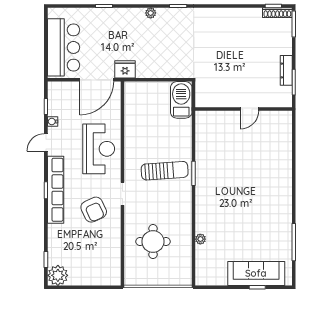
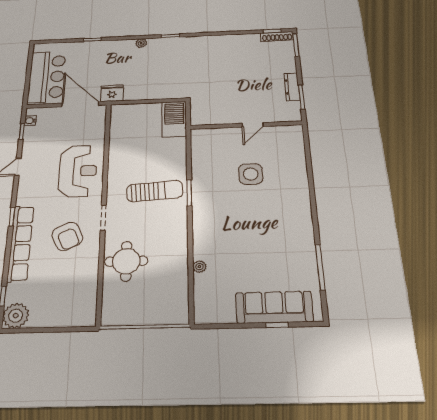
door: (97, 80) -> (80, 104), swing flipped
water cooler: (53, 121) -> (30, 121), moved
side table: (245, 158) -> (251, 174), added
row of seats: (56, 190) -> (21, 243), moved
round table: (153, 242) -> (126, 261), moved

